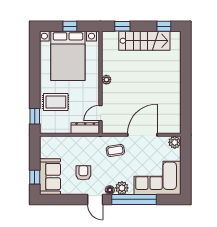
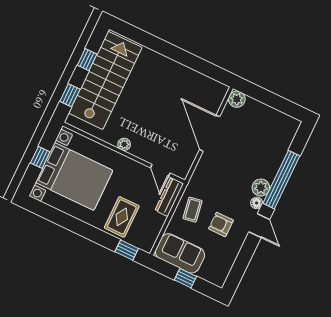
window: (164, 26) -> (87, 60), moved
stairs: (144, 41) -> (105, 80), width x1.36, depth x1.51
coffee table: (115, 150) -> (193, 210), moved
window: (35, 177) -> (185, 278), moved
sofa: (50, 177) -> (180, 253), moved
corner sofa: (158, 178) -> (269, 140), removed
door: (95, 199) -> (259, 226), hinge flipped

